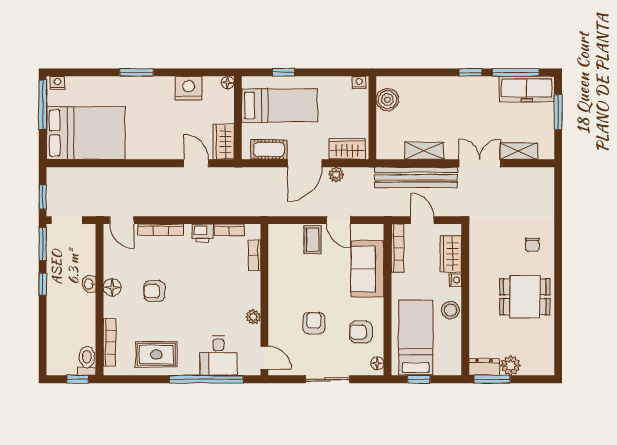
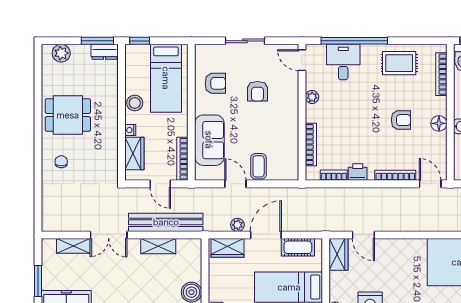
bookcase: (254, 255) -> (311, 145), width x1.56
floor lamp: (377, 363) -> (200, 55), removed
plant: (511, 366) -> (61, 53), moved
window: (419, 379) -> (140, 41), moved

